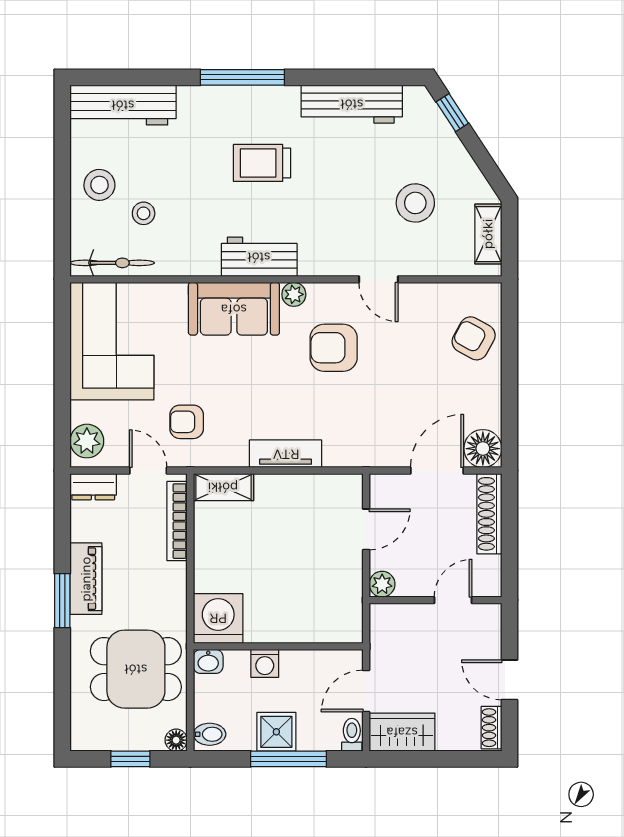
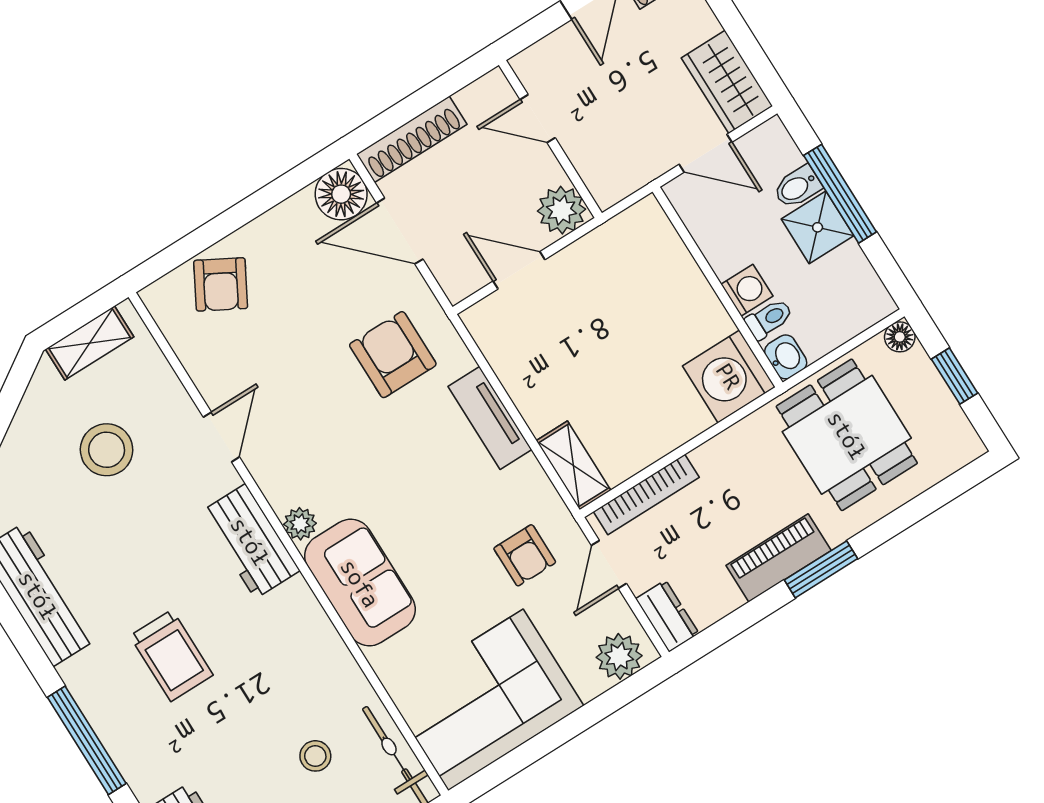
workbench: (259, 257) -> (250, 541), moved
armchair: (334, 348) -> (393, 355), moved, turned 180
plant: (382, 584) -> (562, 210), width x1.38, depth x1.38
bidet: (210, 734) -> (797, 187), moved, turned -90
toilet: (352, 735) -> (769, 319), moved, turned 180

